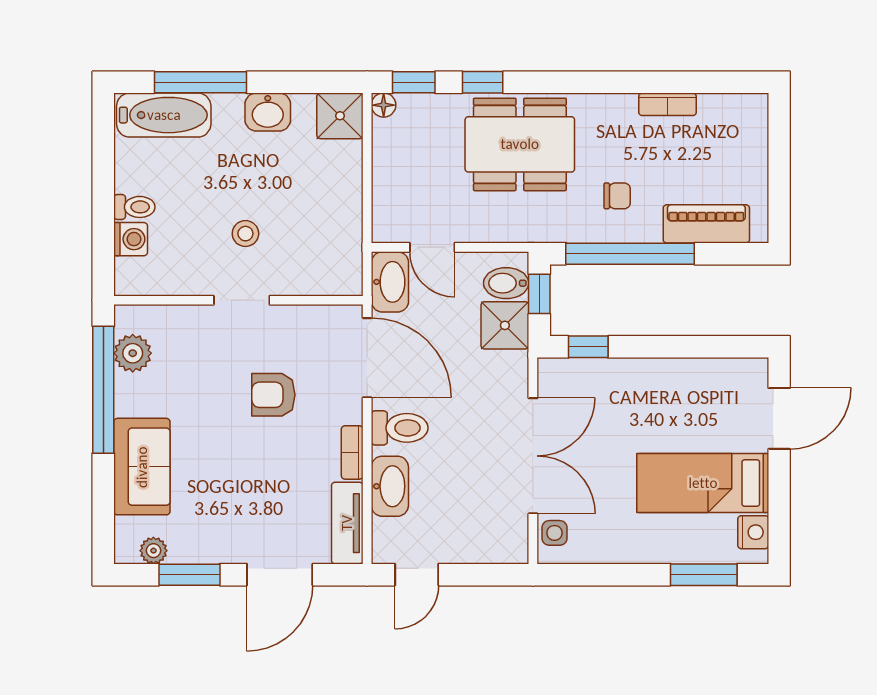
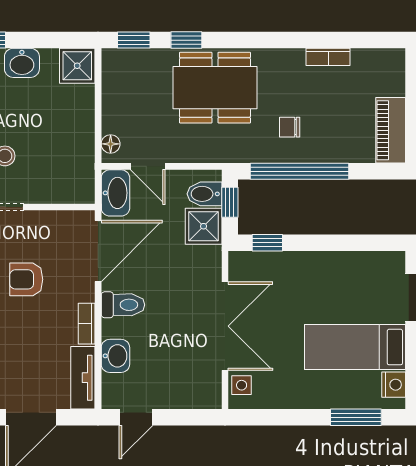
floor lamp: (384, 105) -> (111, 144), moved
chair: (617, 196) -> (290, 127), turned 180
piano: (706, 224) -> (391, 130), moved, turned -90
door: (367, 358) -> (98, 251), hinge flipped
washbasin: (390, 486) -> (115, 356), width x0.72

